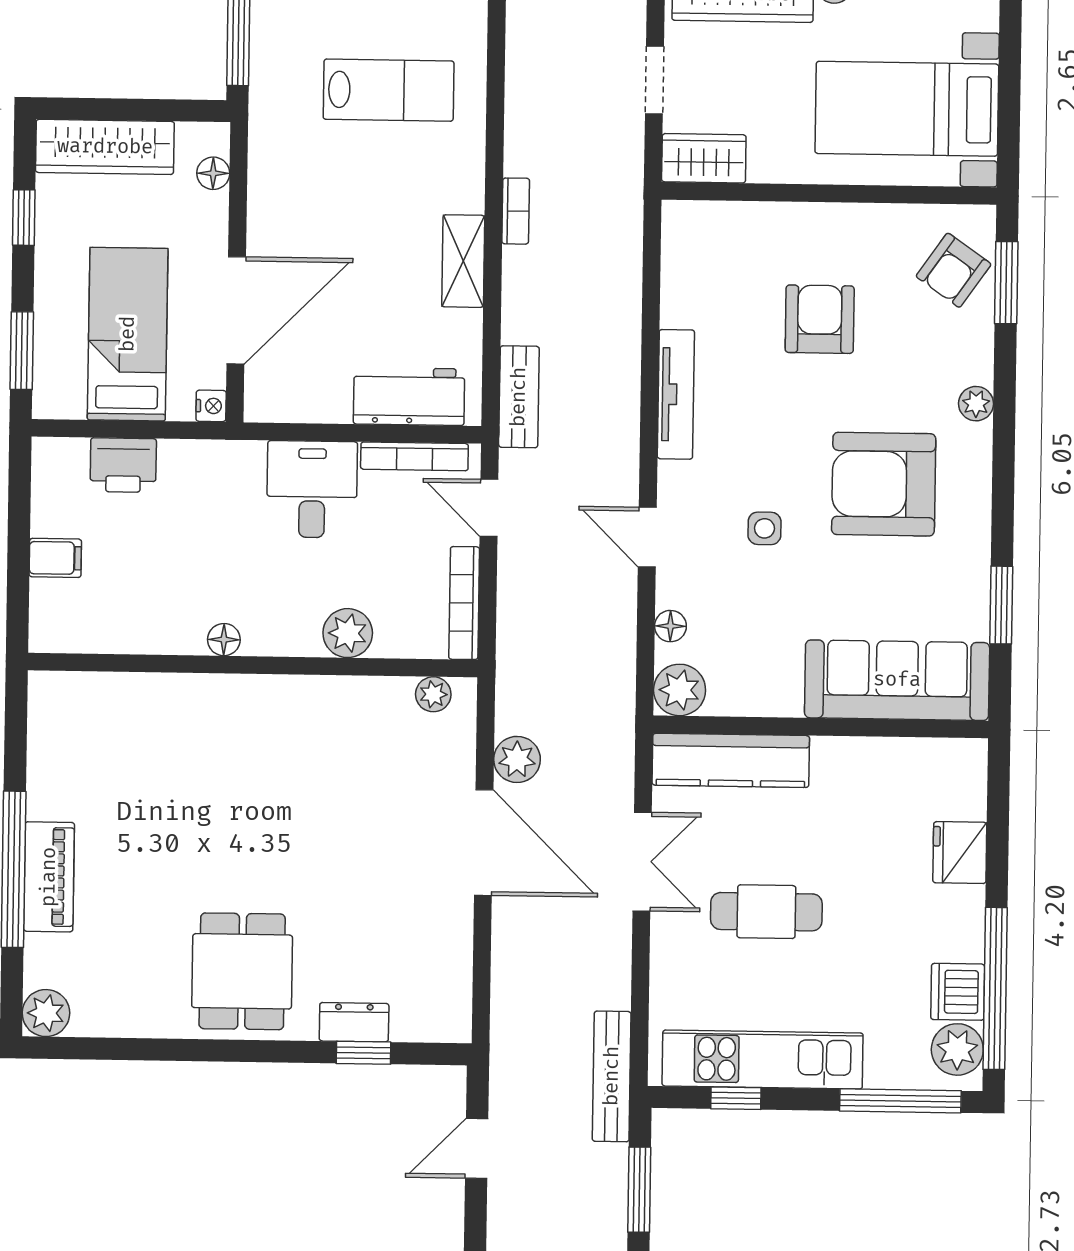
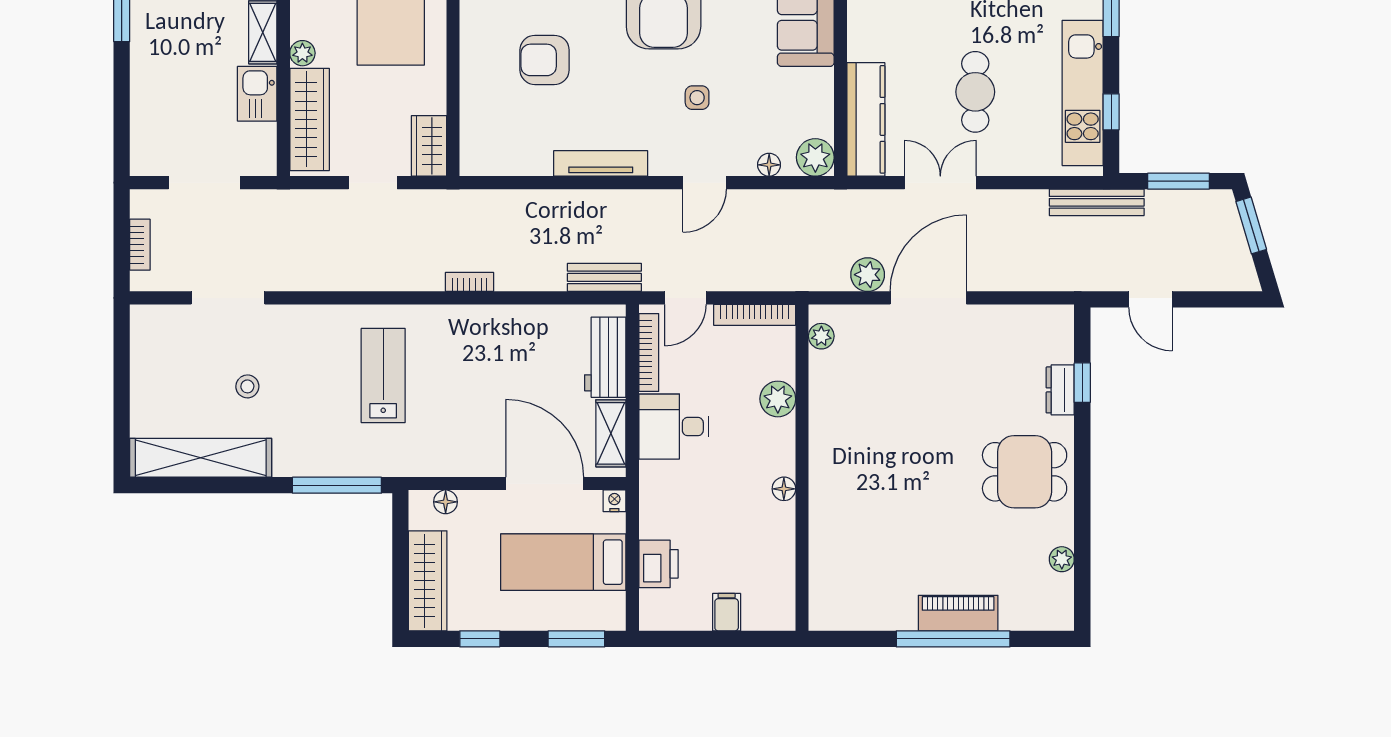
shelving: (463, 261) -> (611, 433), moved, turned 90
plant: (46, 1013) -> (1062, 559), moved, width x0.73, depth x0.73

